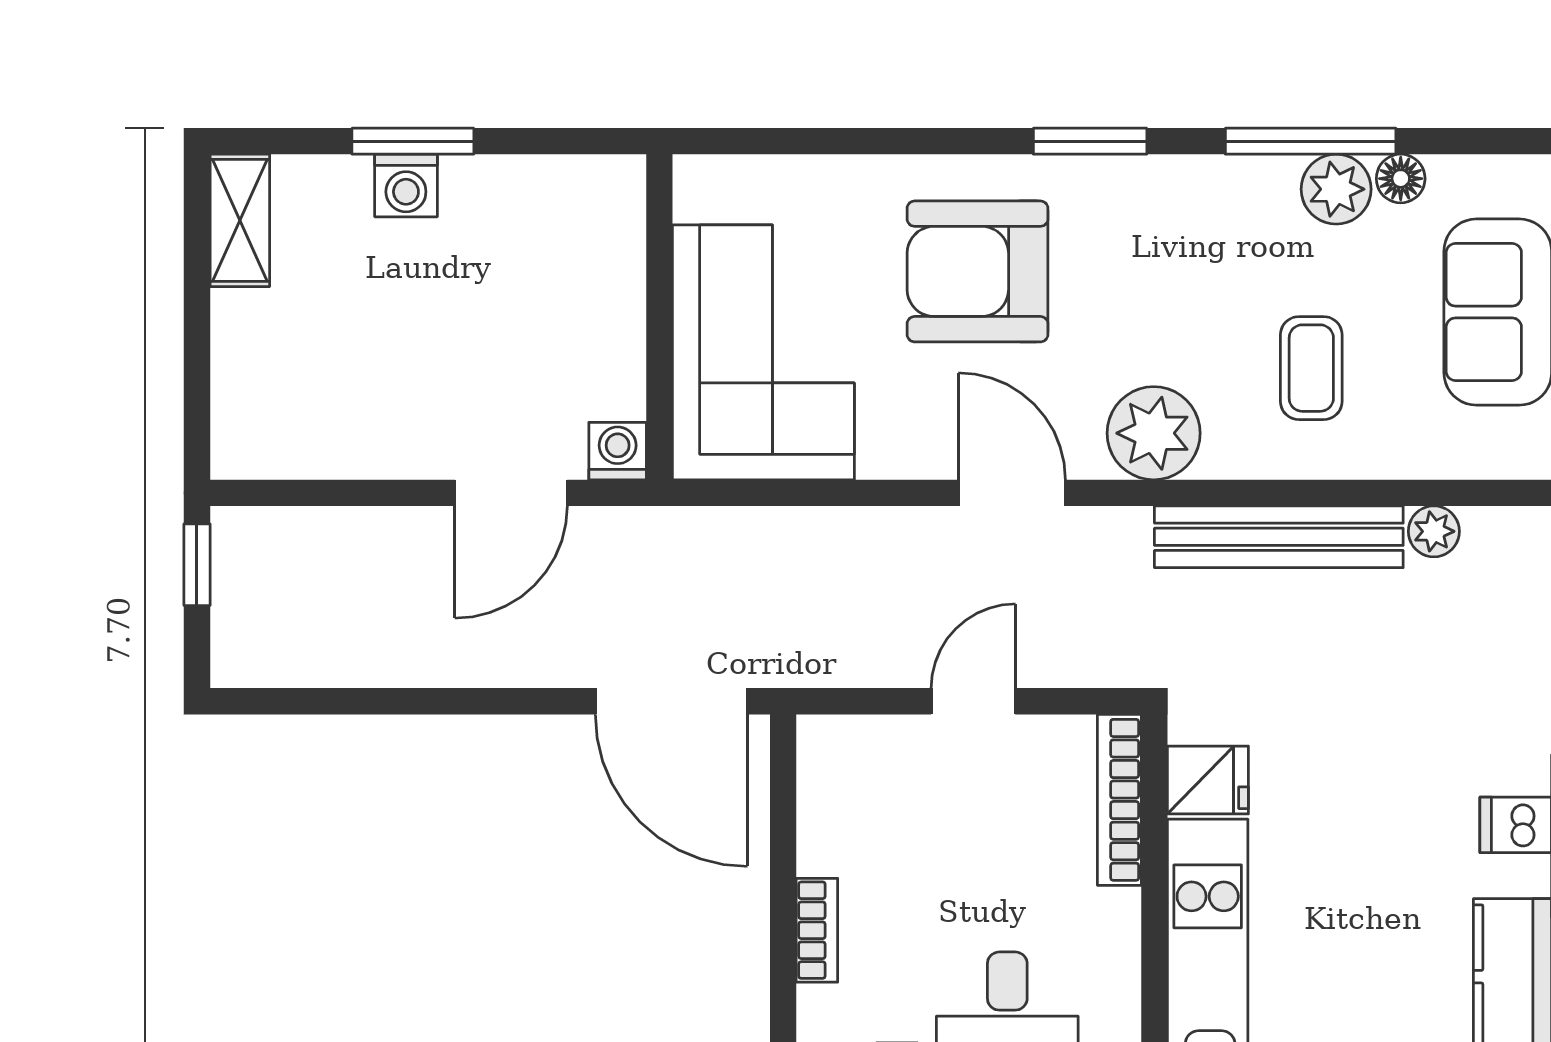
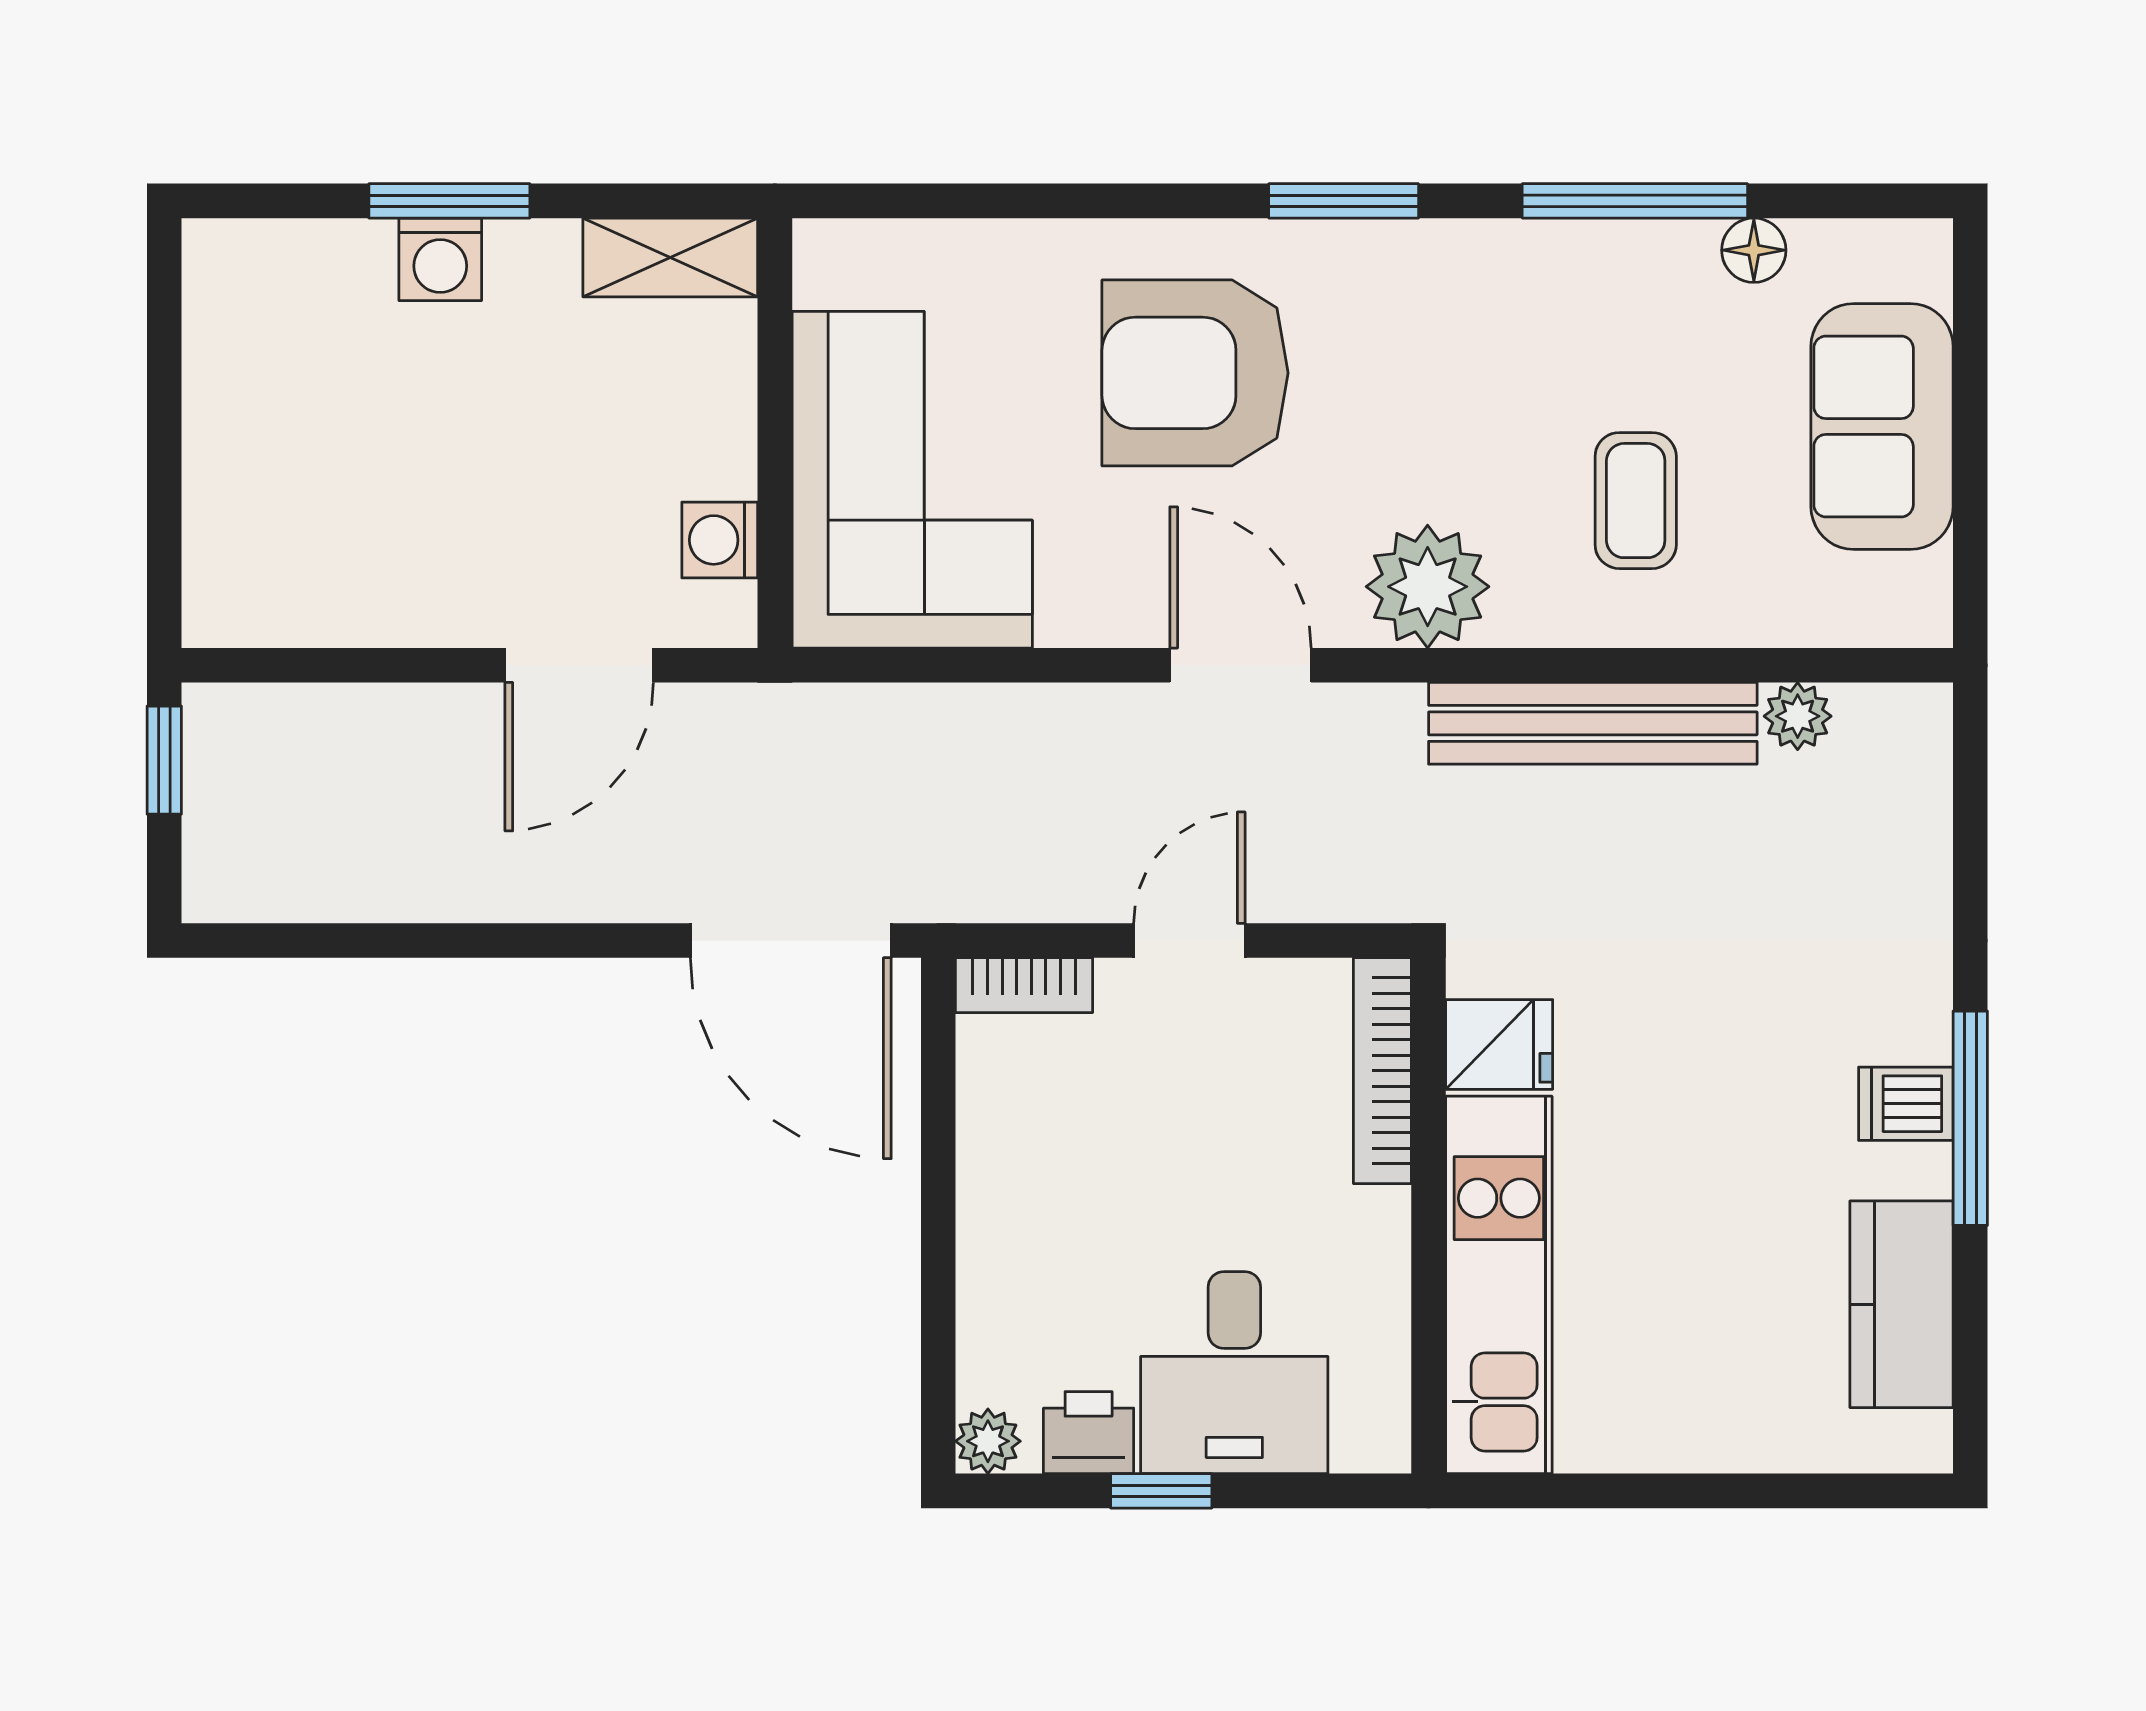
plant: (1336, 189) -> (1669, 264), removed
shelving: (240, 220) -> (670, 257), moved, turned 90
washing machine: (618, 451) -> (720, 540), moved, turned -90
bookcase: (817, 930) -> (1024, 985), moved, turned 90

